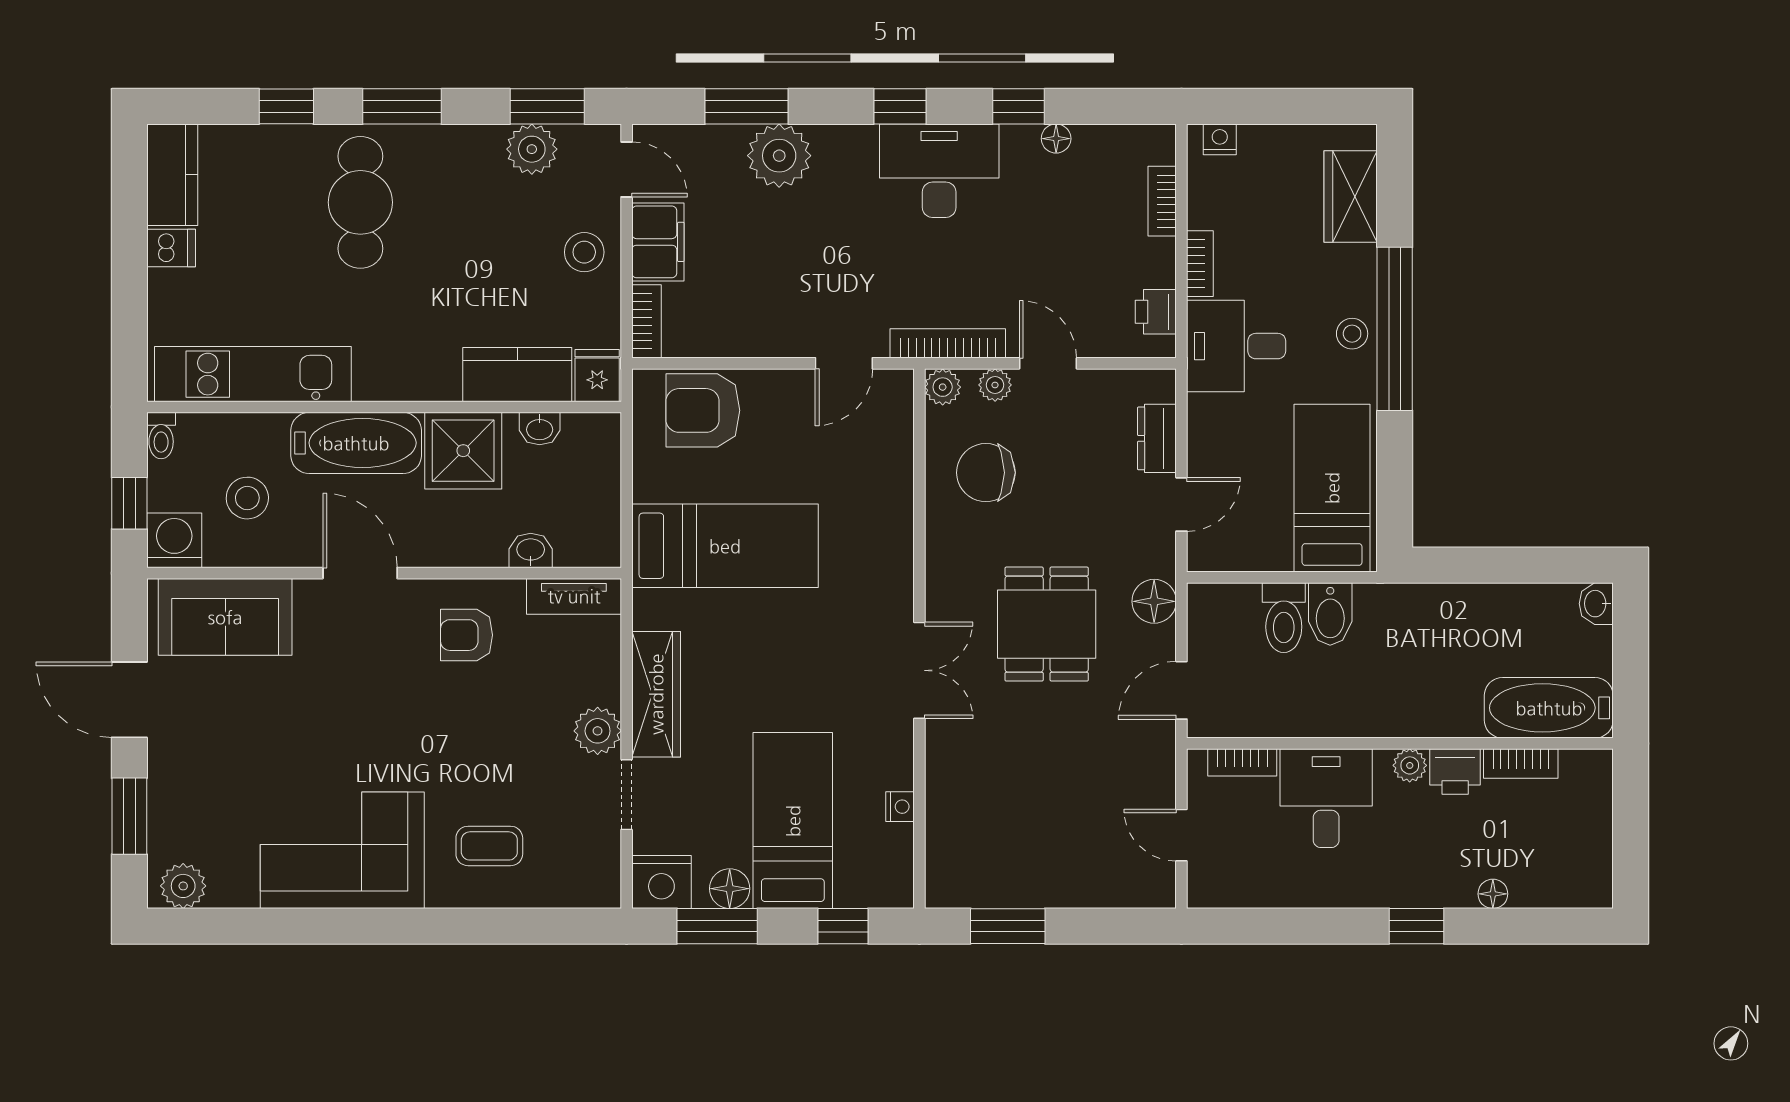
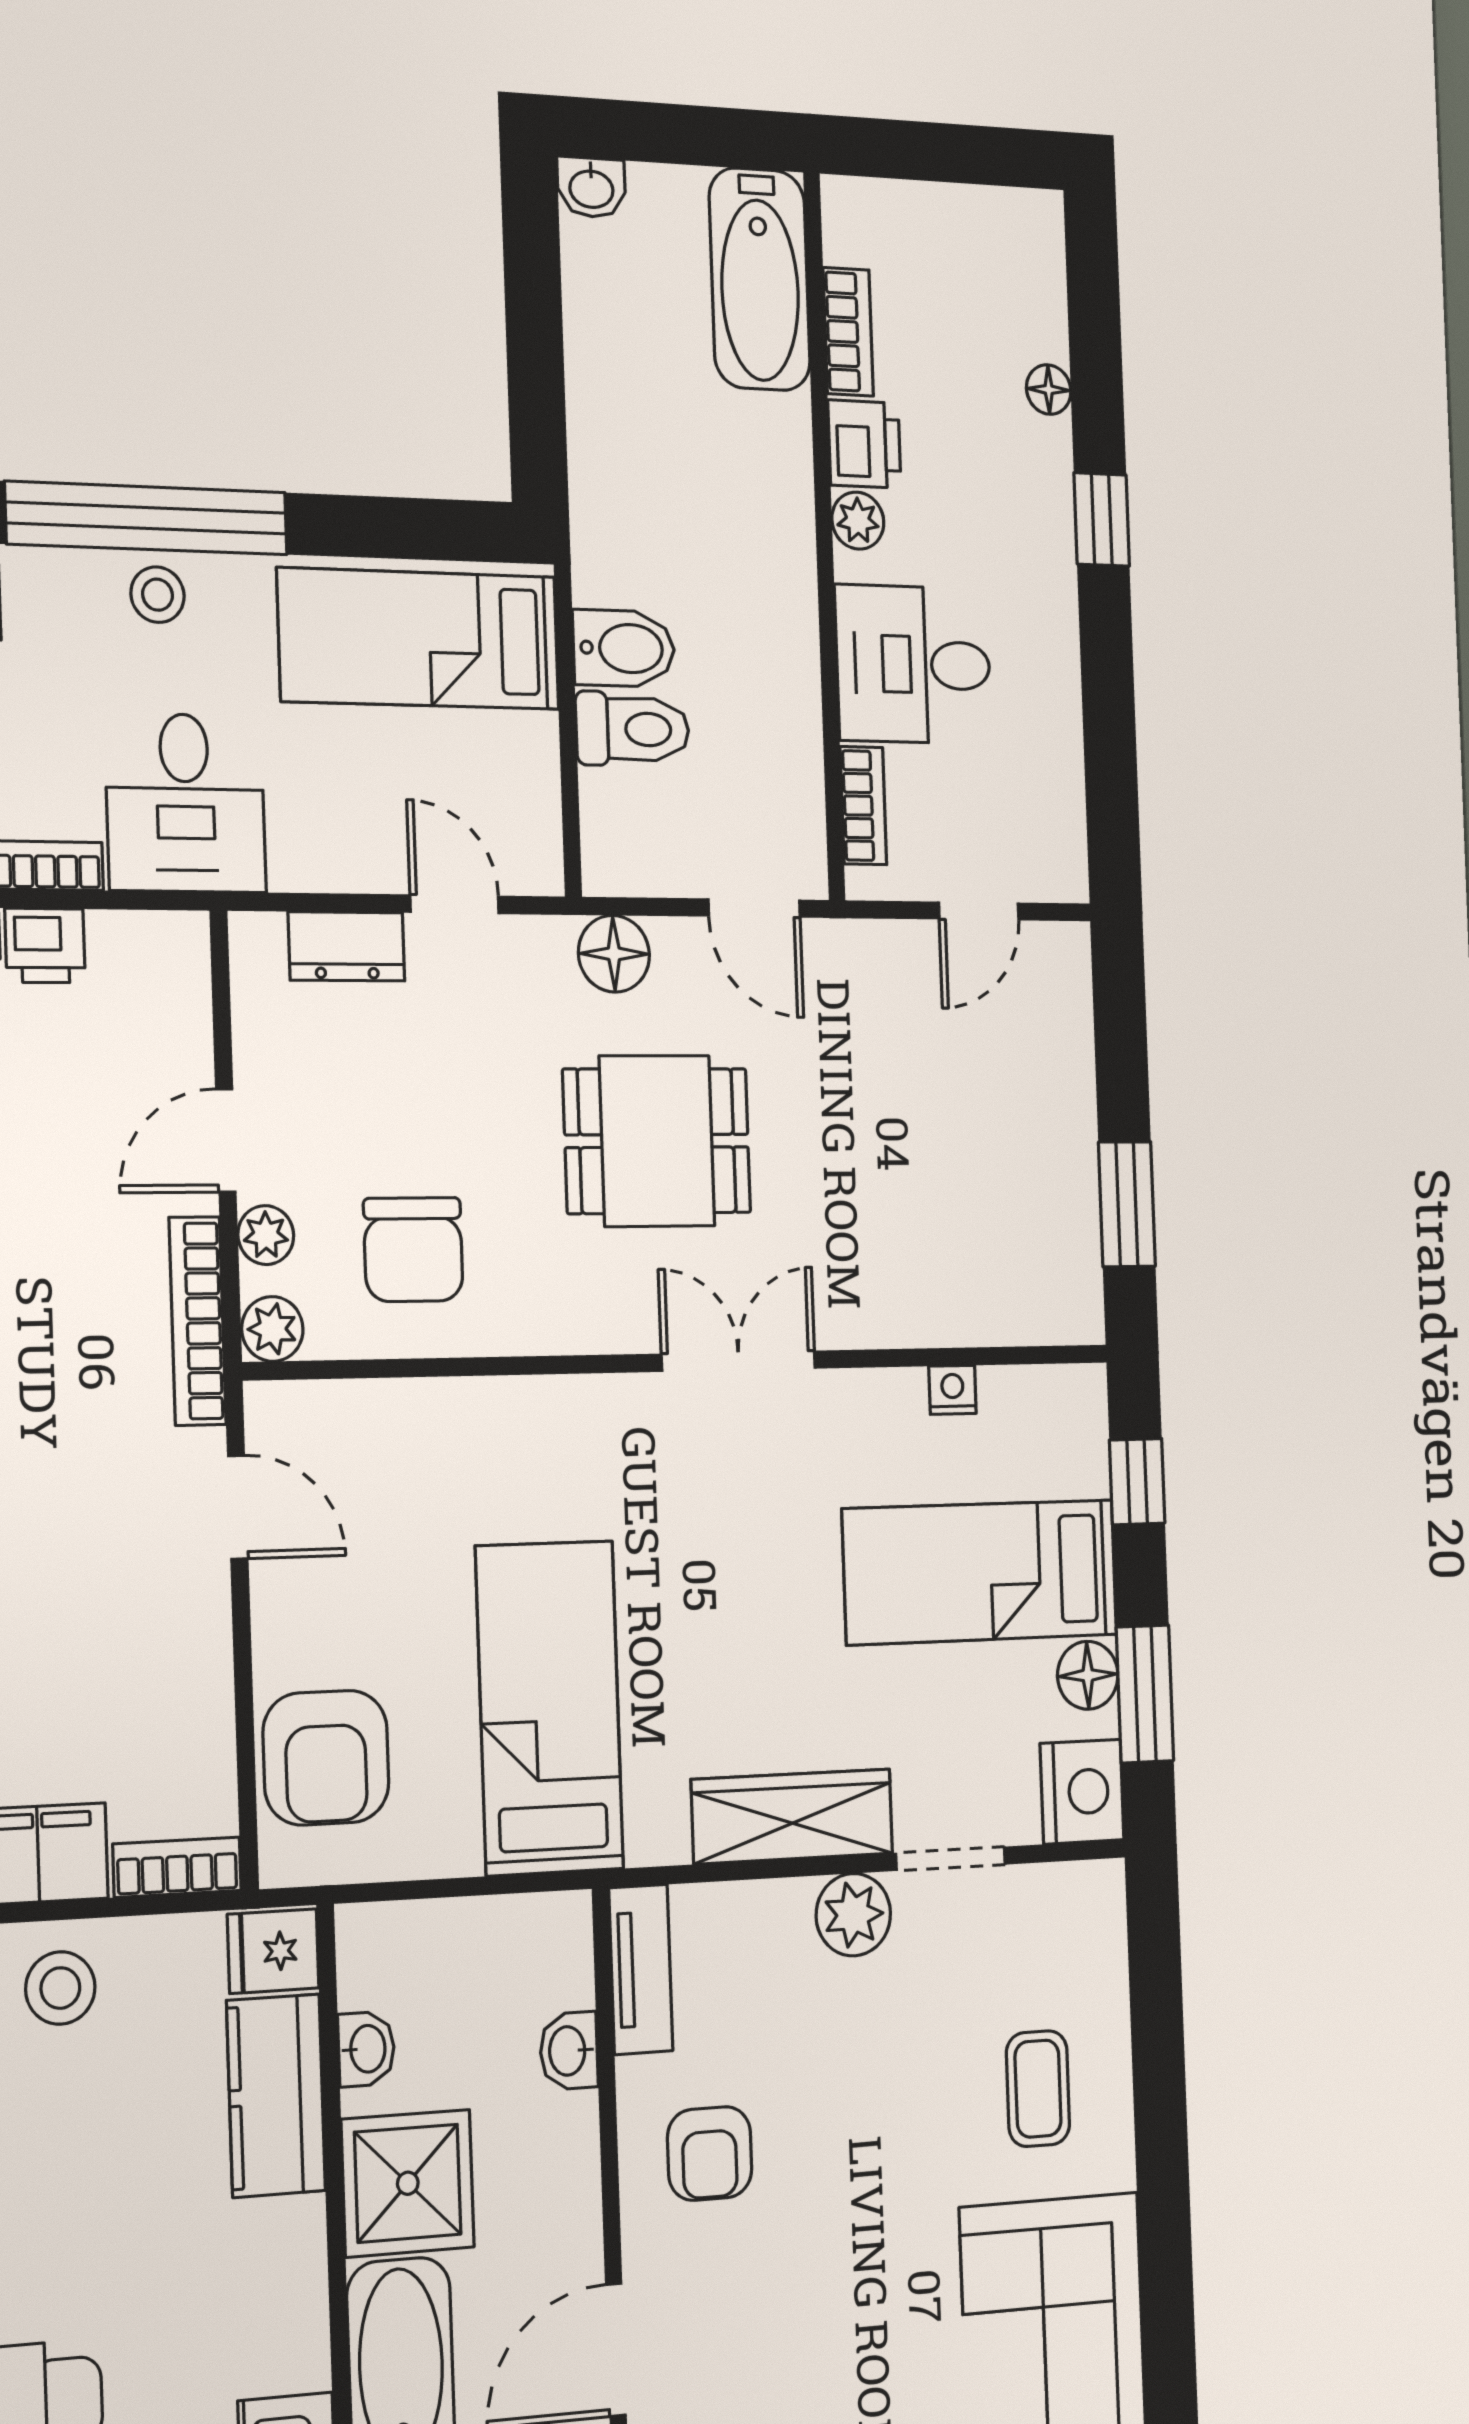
printer: (1156, 312) -> (45, 945), moved

